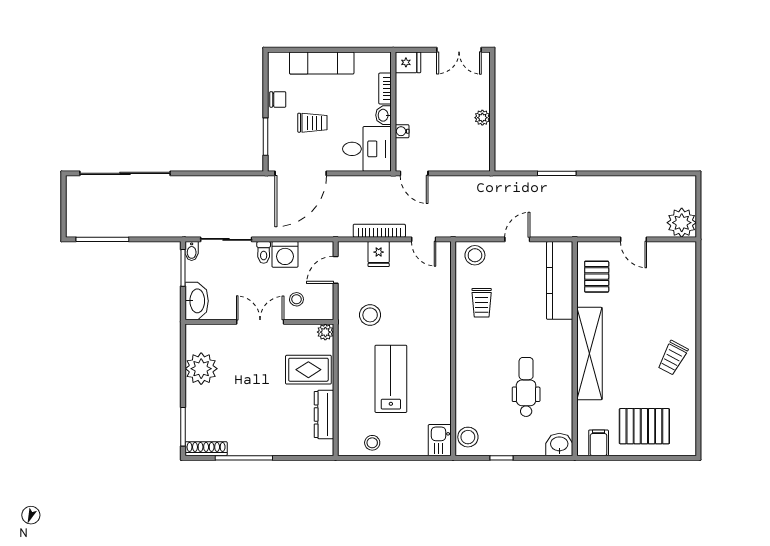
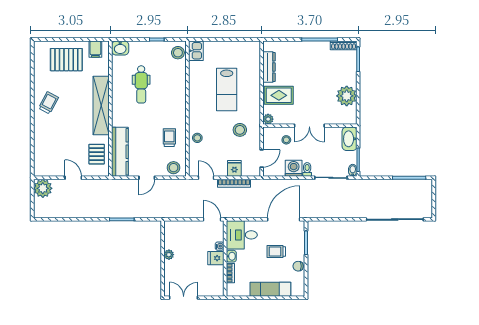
fridge: (408, 62) -> (216, 258), moved
stool: (372, 443) -> (197, 138), moved

